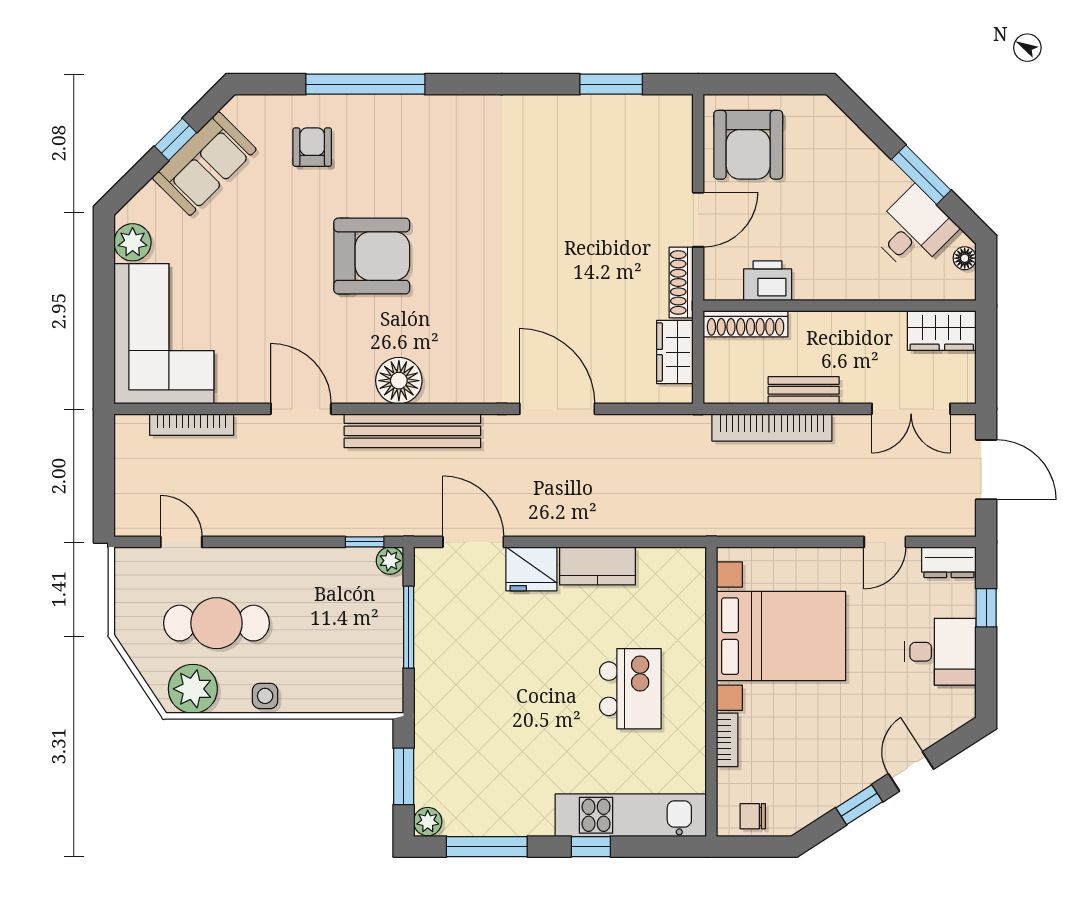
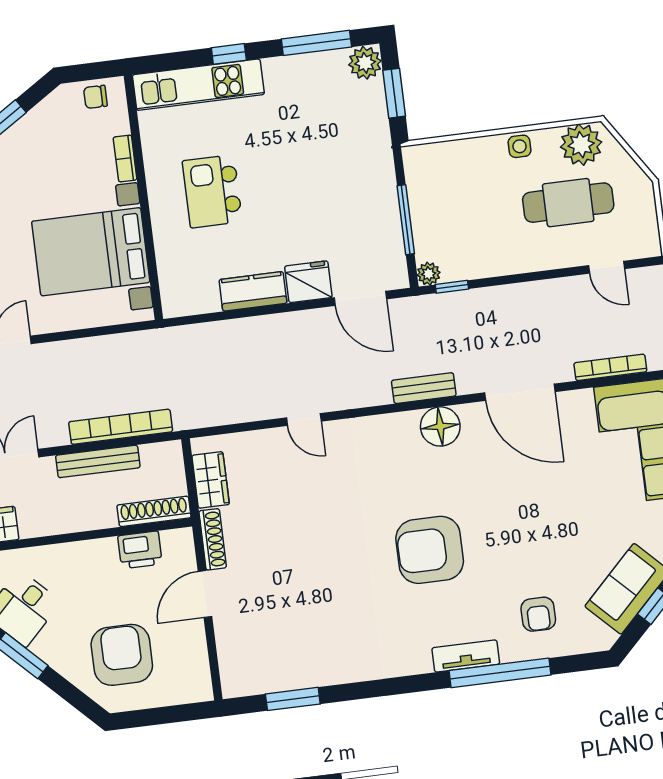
tv unit: (403, 109) -> (466, 656), added
armchair: (748, 145) -> (122, 655), moved
armchair: (372, 256) -> (430, 550), moved
bench: (804, 390) -> (98, 461), width x1.36
door: (301, 409) -> (520, 392), width x1.36
door: (557, 409) -> (304, 420), width x0.53
bench: (412, 431) -> (424, 388), width x0.54, depth x0.82
chair: (753, 816) -> (95, 97), turned 180
plant: (428, 822) -> (365, 63), width x1.38, depth x1.38

